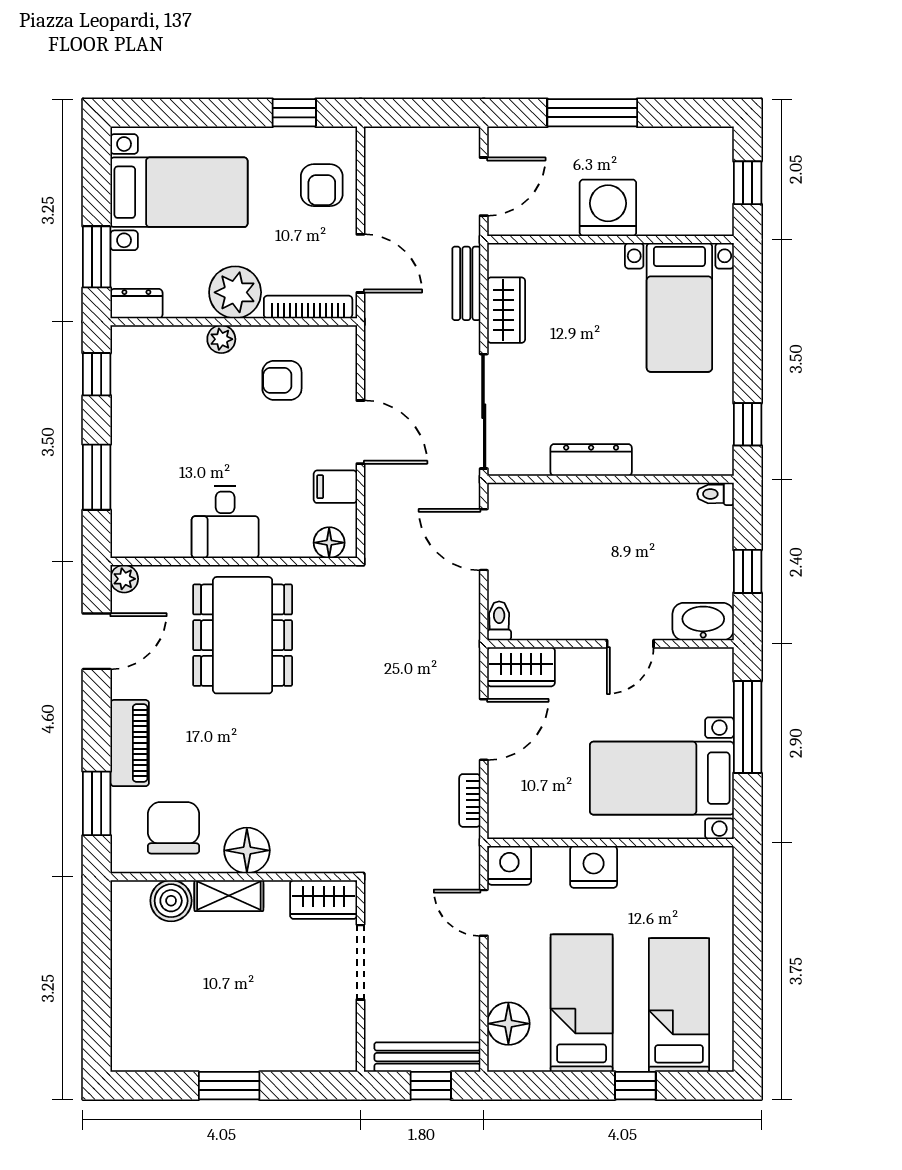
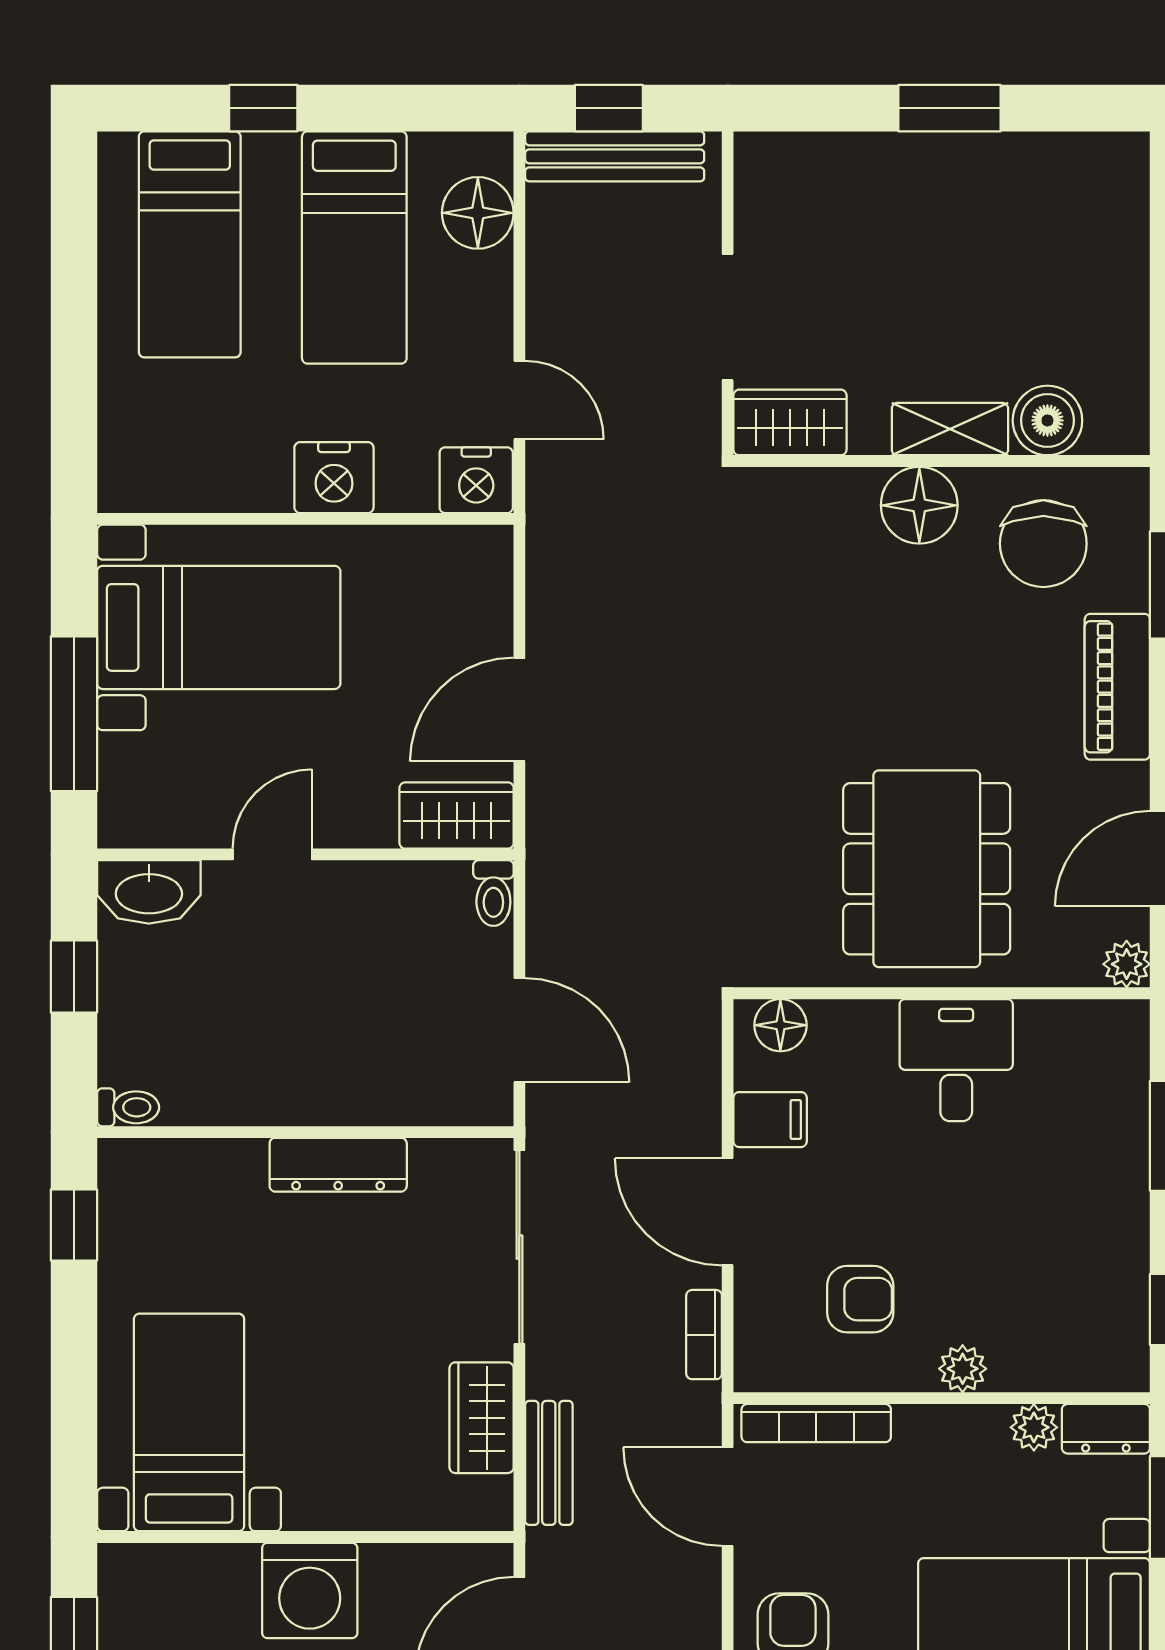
plant: (235, 292) -> (1034, 1427), moved, width x0.53, depth x0.53
bookcase: (470, 800) -> (704, 1335), moved, turned 180

